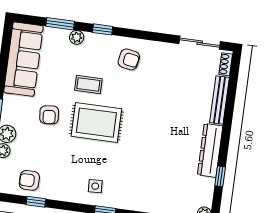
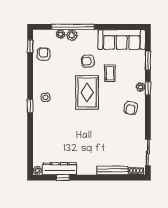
plant: (77, 37) -> (141, 87), moved
coffee table: (88, 84) -> (110, 73), moved
dresser: (210, 150) -> (60, 169), moved
window: (36, 202) -> (30, 46), moved

